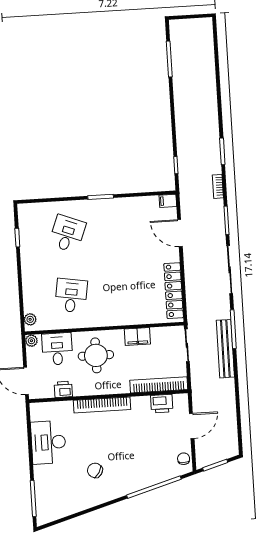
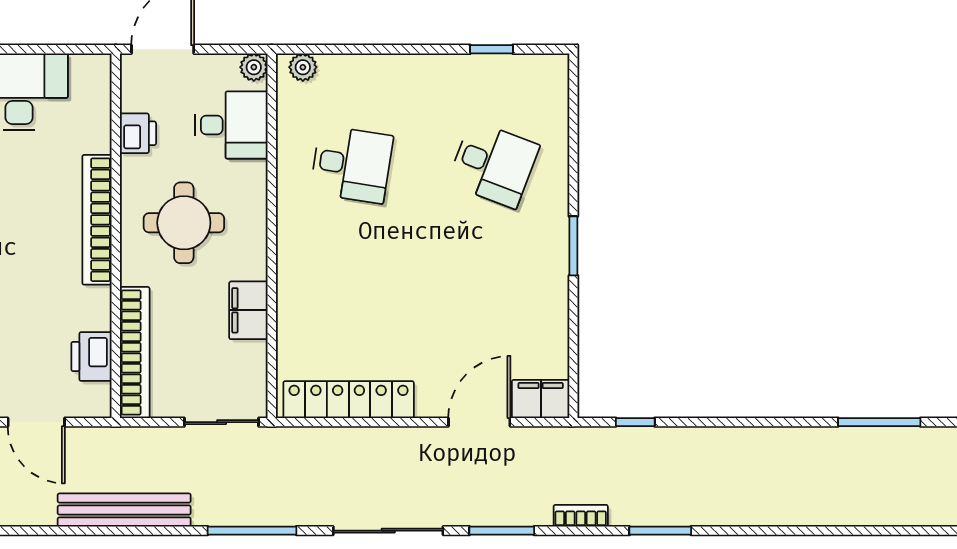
filing cabinet: (168, 201) -> (541, 399), width x2.00
bench: (225, 349) -> (124, 510), moved
round table: (96, 355) -> (184, 223), moved

